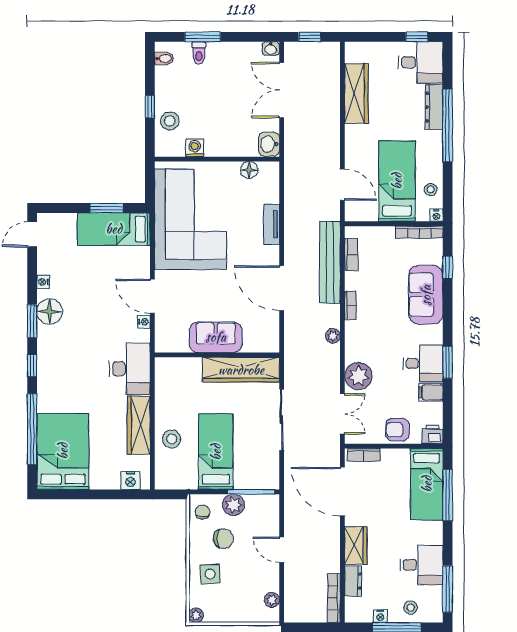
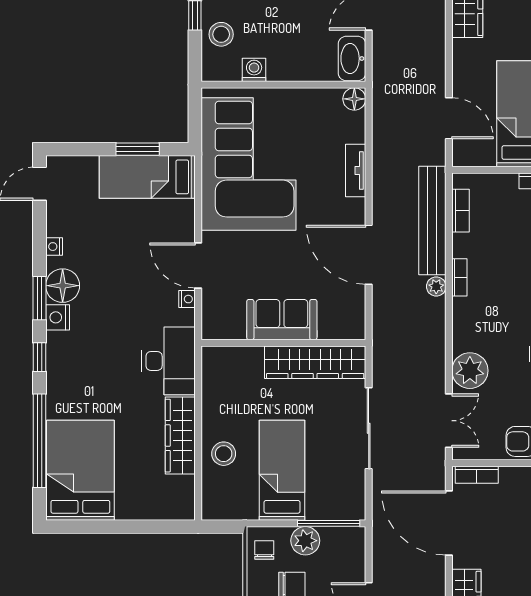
washbasin: (269, 144) -> (352, 59), width x1.38
floor lamp: (249, 170) -> (354, 99), moved
plant: (333, 336) -> (436, 286), moved
nightstand: (130, 481) -> (58, 317), moved, turned 90

